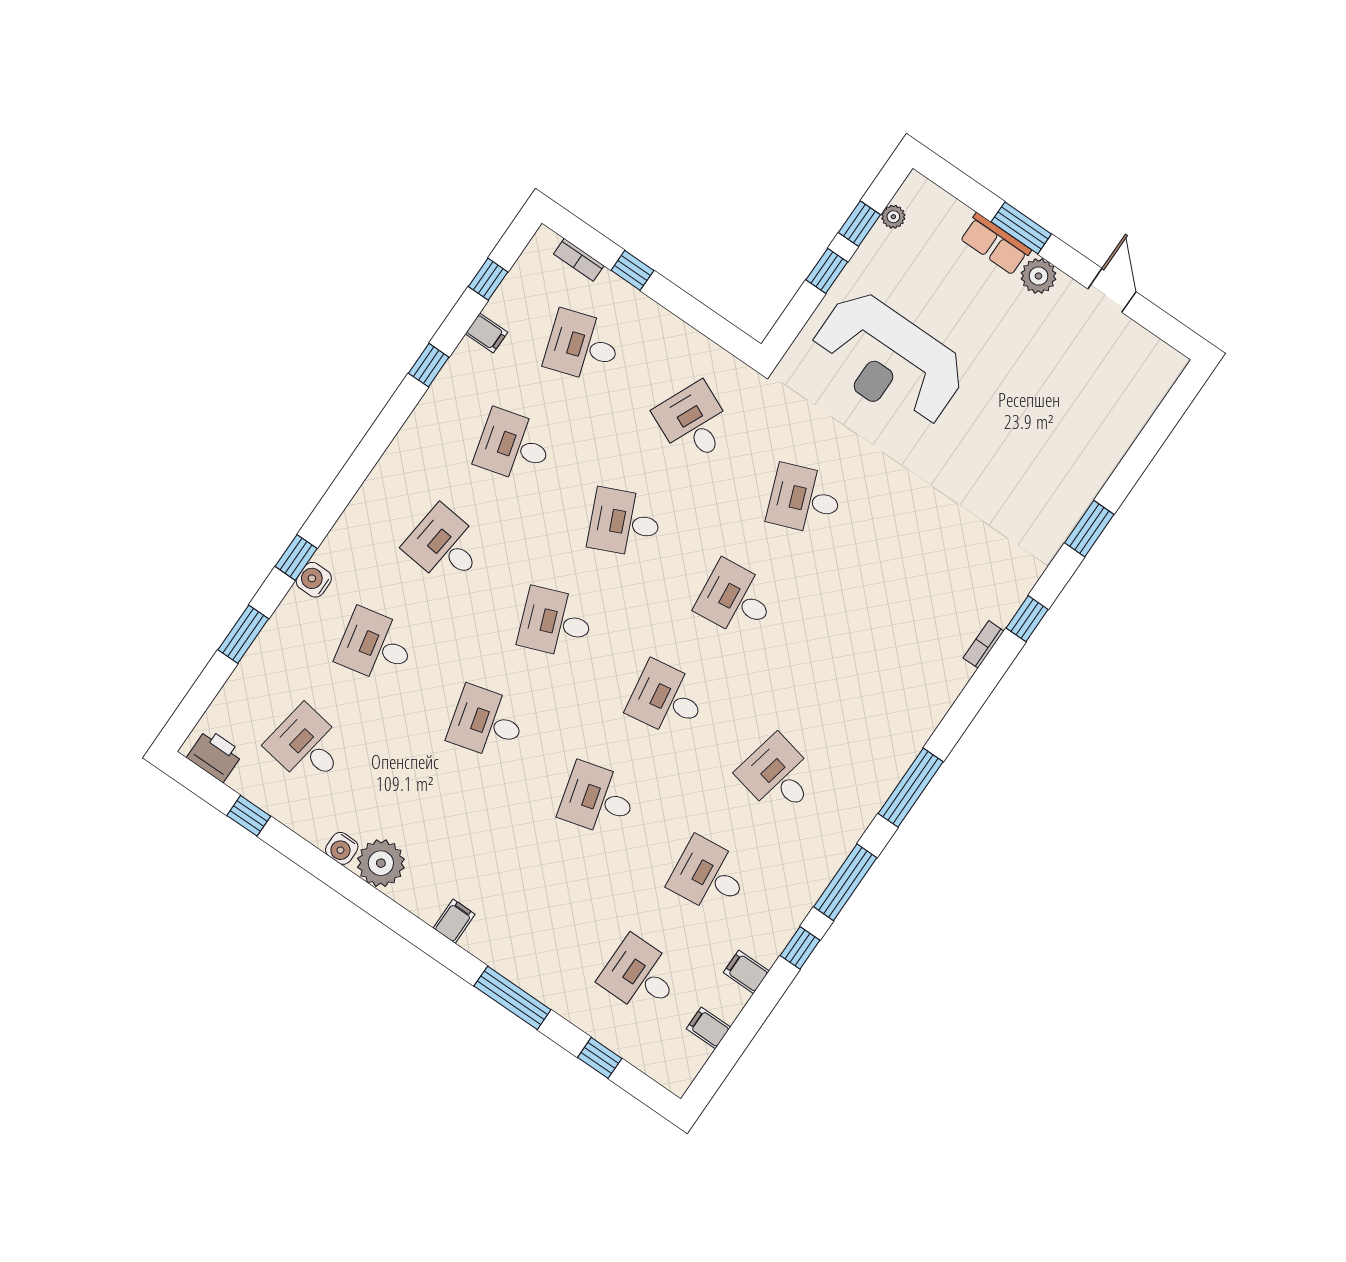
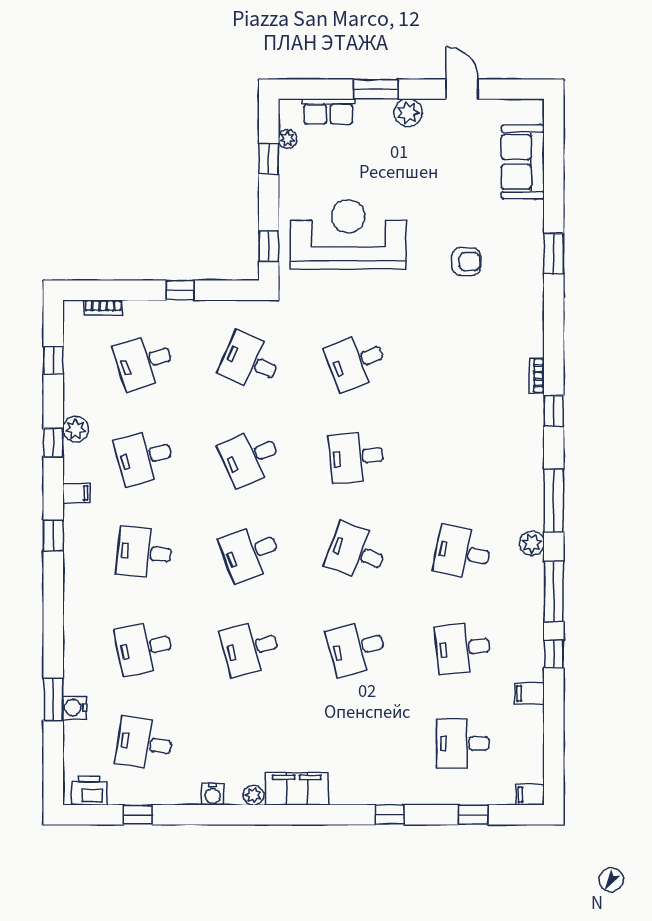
row of seats: (995, 244) -> (328, 111), moved
window: (632, 270) -> (180, 290), moved
window: (827, 271) -> (269, 246), moved
filing cabinet: (486, 333) -> (76, 493), moved
reception desk: (888, 360) -> (348, 234), turned 180
plant: (462, 367) -> (76, 429), added
sofa: (1123, 410) -> (523, 162), added
armchair: (992, 474) -> (466, 262), added
window: (296, 557) -> (53, 535), moved
water cooler: (314, 580) -> (75, 708), moved
window: (1027, 619) -> (554, 411), moved
desk: (667, 699) -> (357, 552), turned 30
plant: (857, 816) -> (532, 543), added
plant: (381, 863) -> (253, 795), width x0.53, depth x0.53
filing cabinet: (454, 921) -> (297, 789), width x3.00, depth x1.17
window: (512, 998) -> (390, 815), width x0.46
filing cabinet: (708, 1028) -> (530, 795), moved

